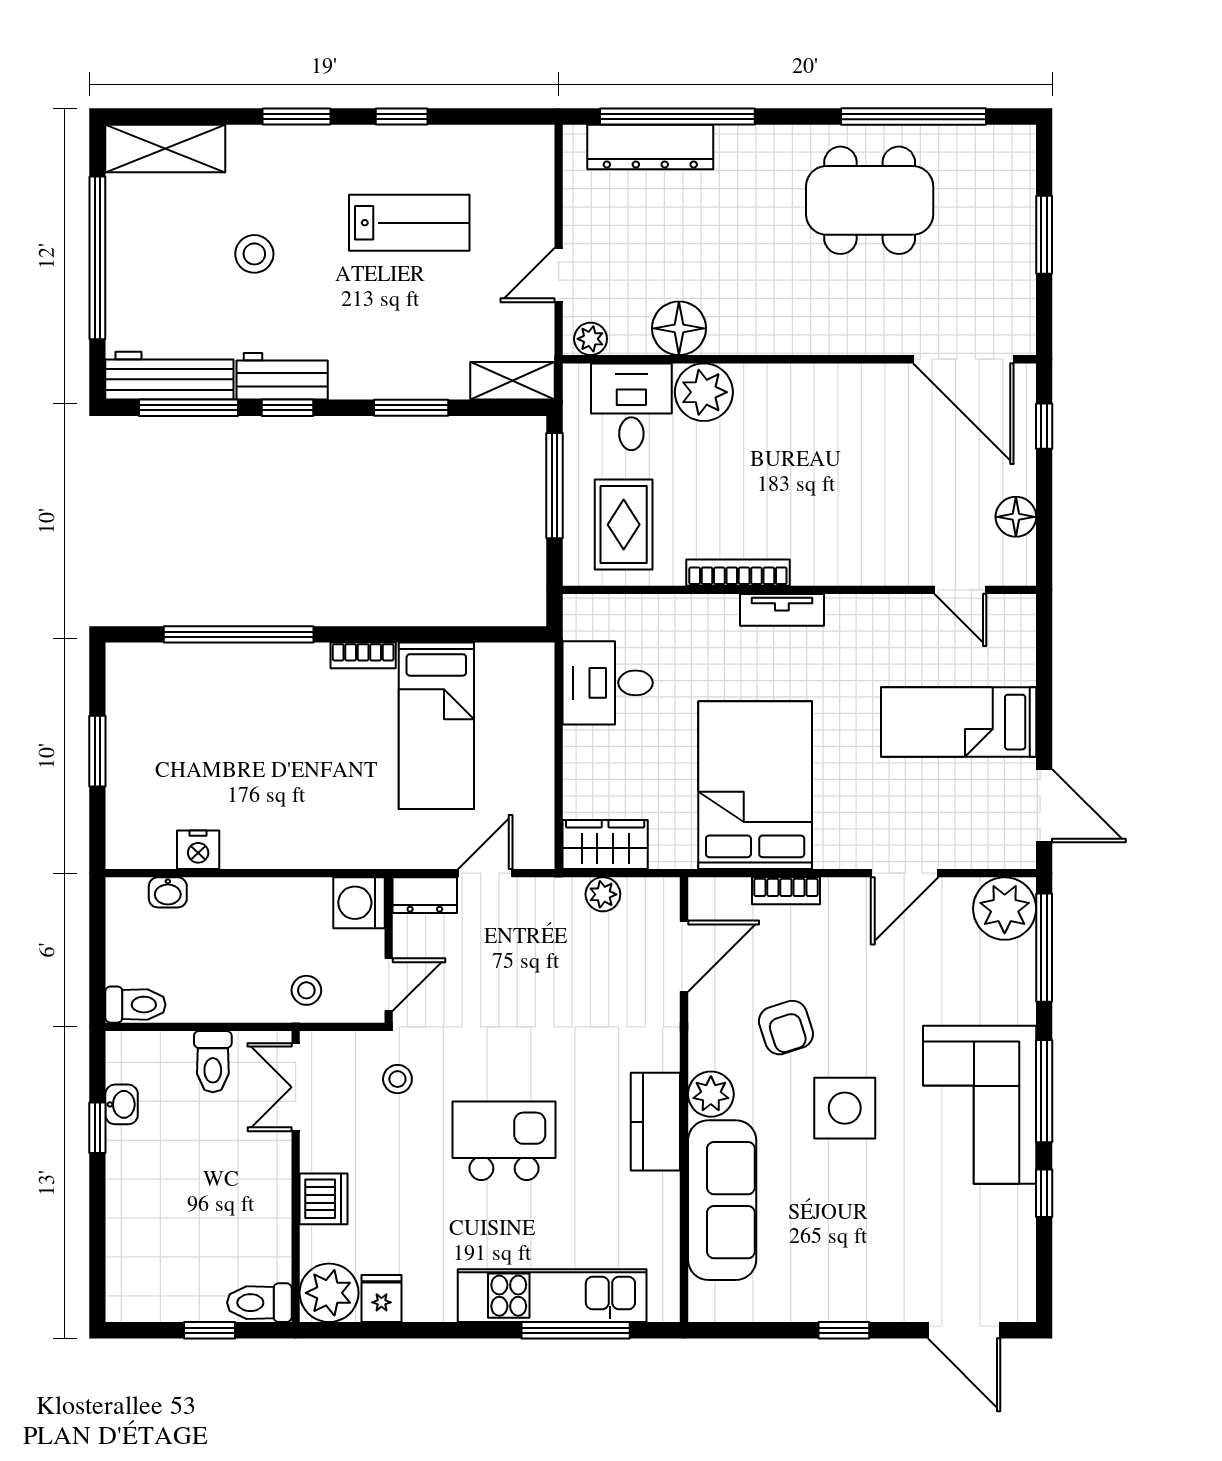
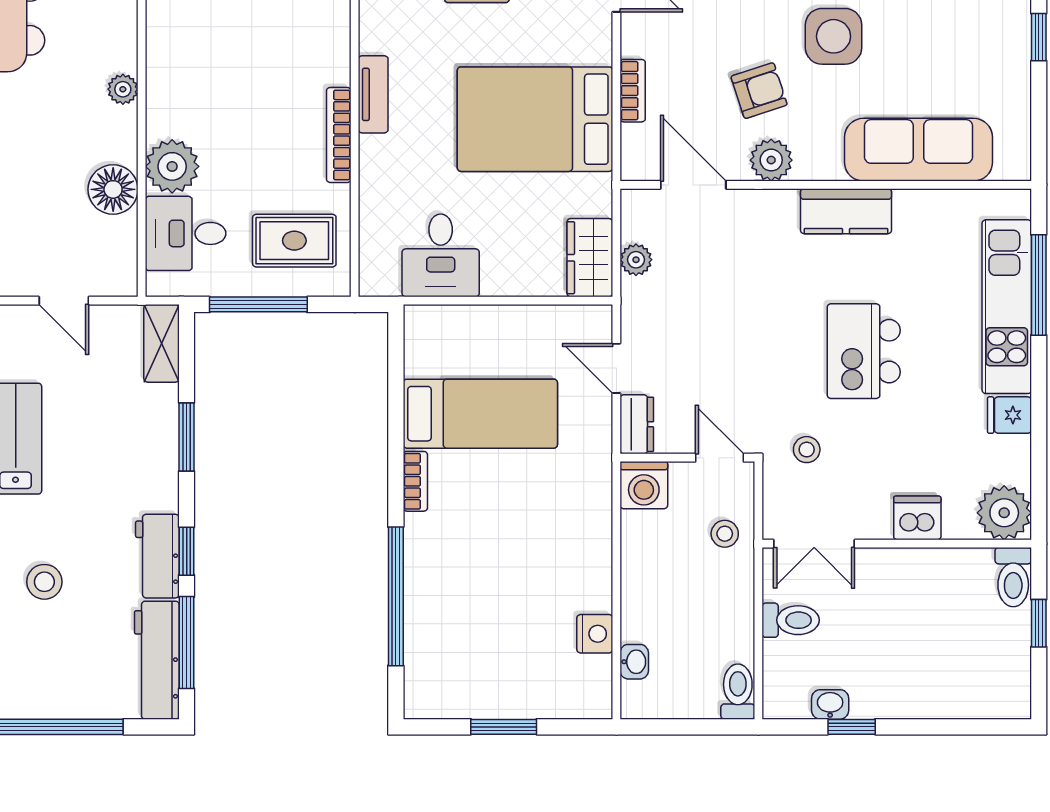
plant: (591, 339) -> (123, 89), moved
plant: (711, 1094) -> (771, 160), moved
fridge: (381, 1299) -> (1009, 415), moved

